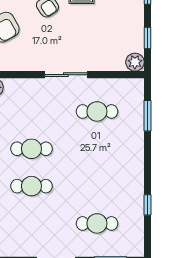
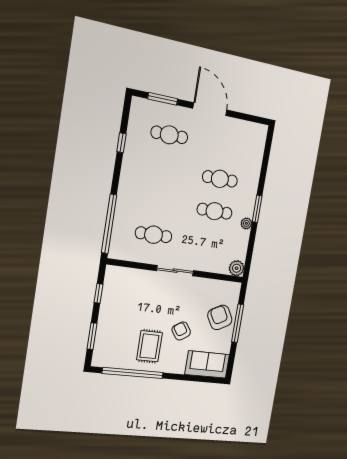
plant: (135, 62) -> (113, 273), removed
window: (147, 116) -> (109, 224), width x2.11

